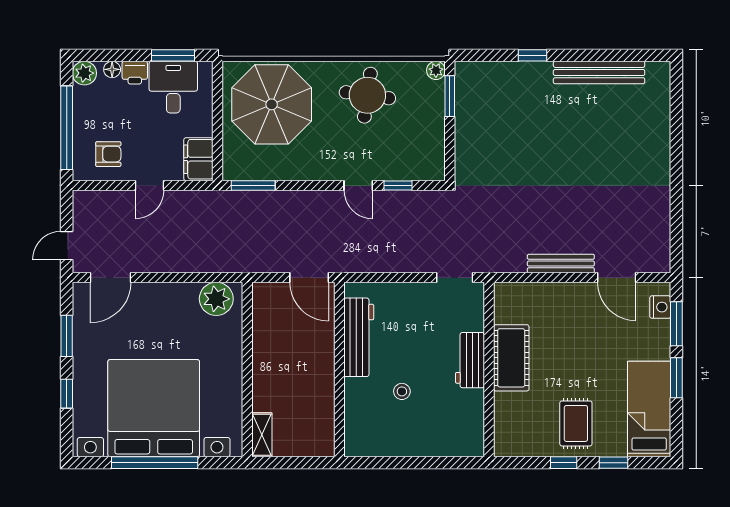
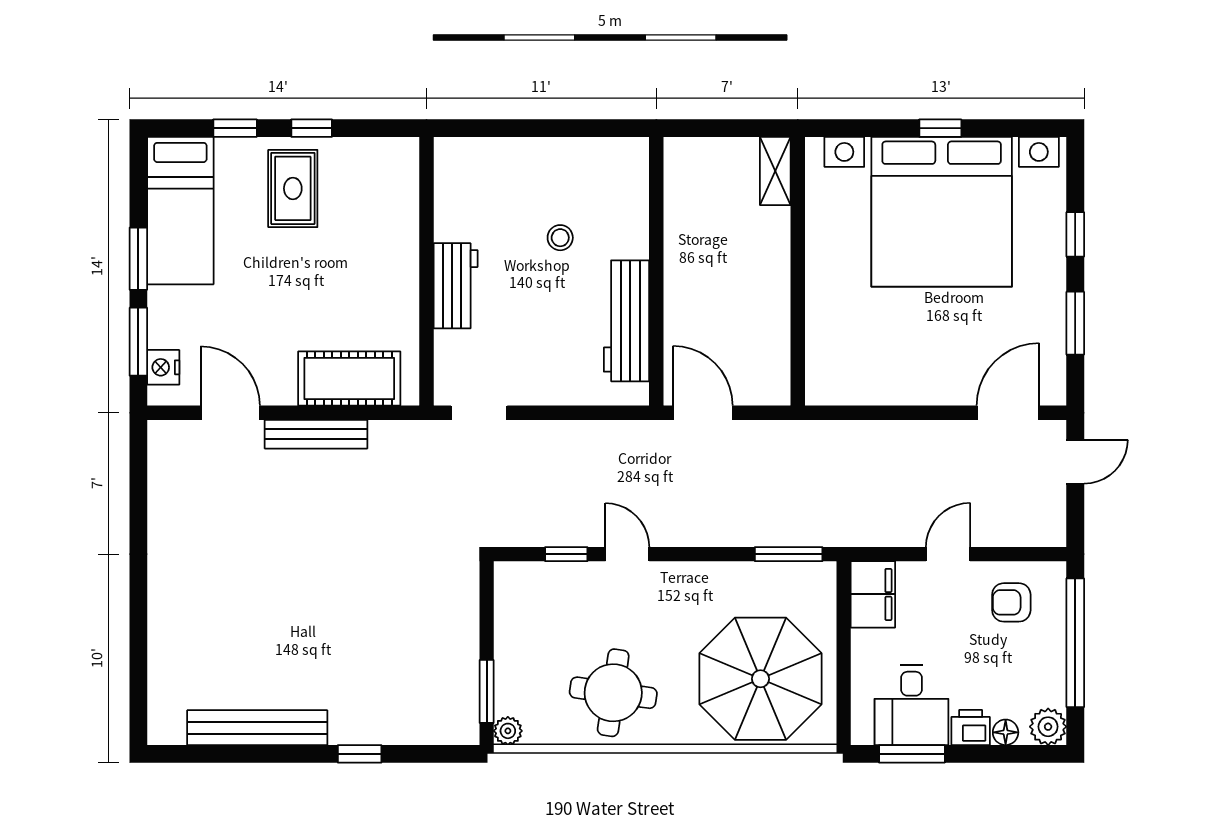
plant: (216, 299) -> (845, 380), removed
cot: (511, 358) -> (349, 379), moved, turned 90
window: (155, 463) -> (940, 128), width x0.32

